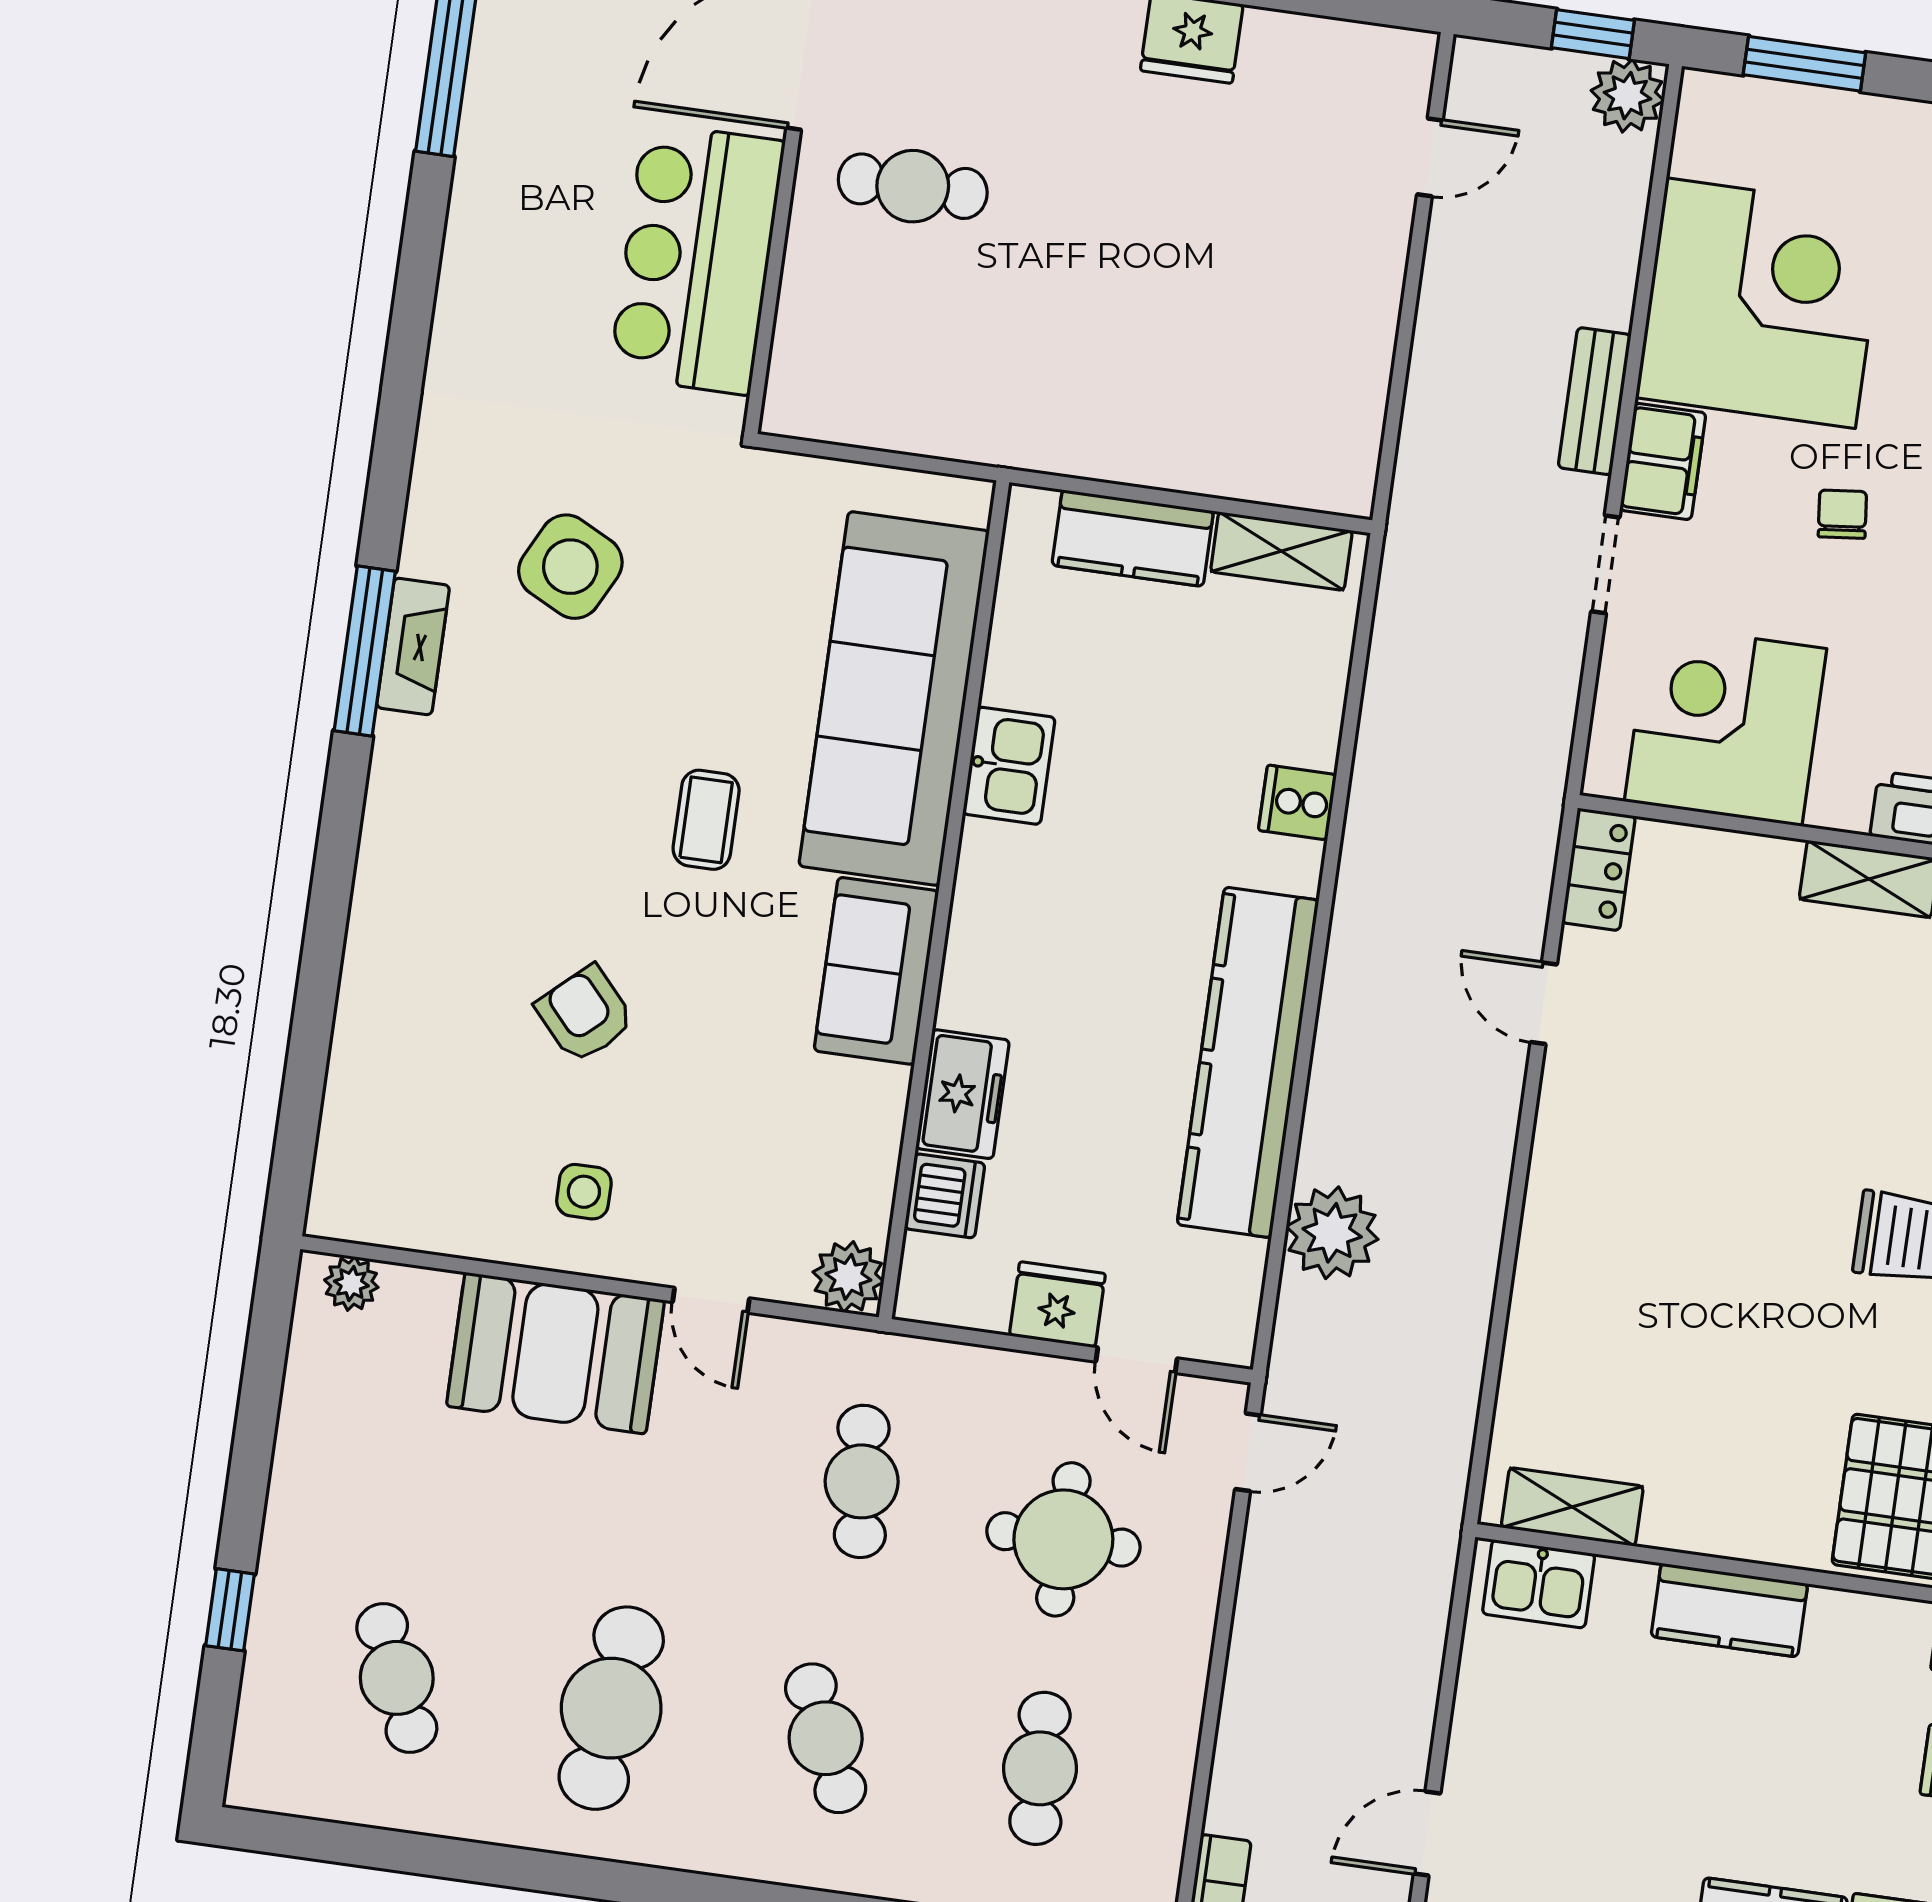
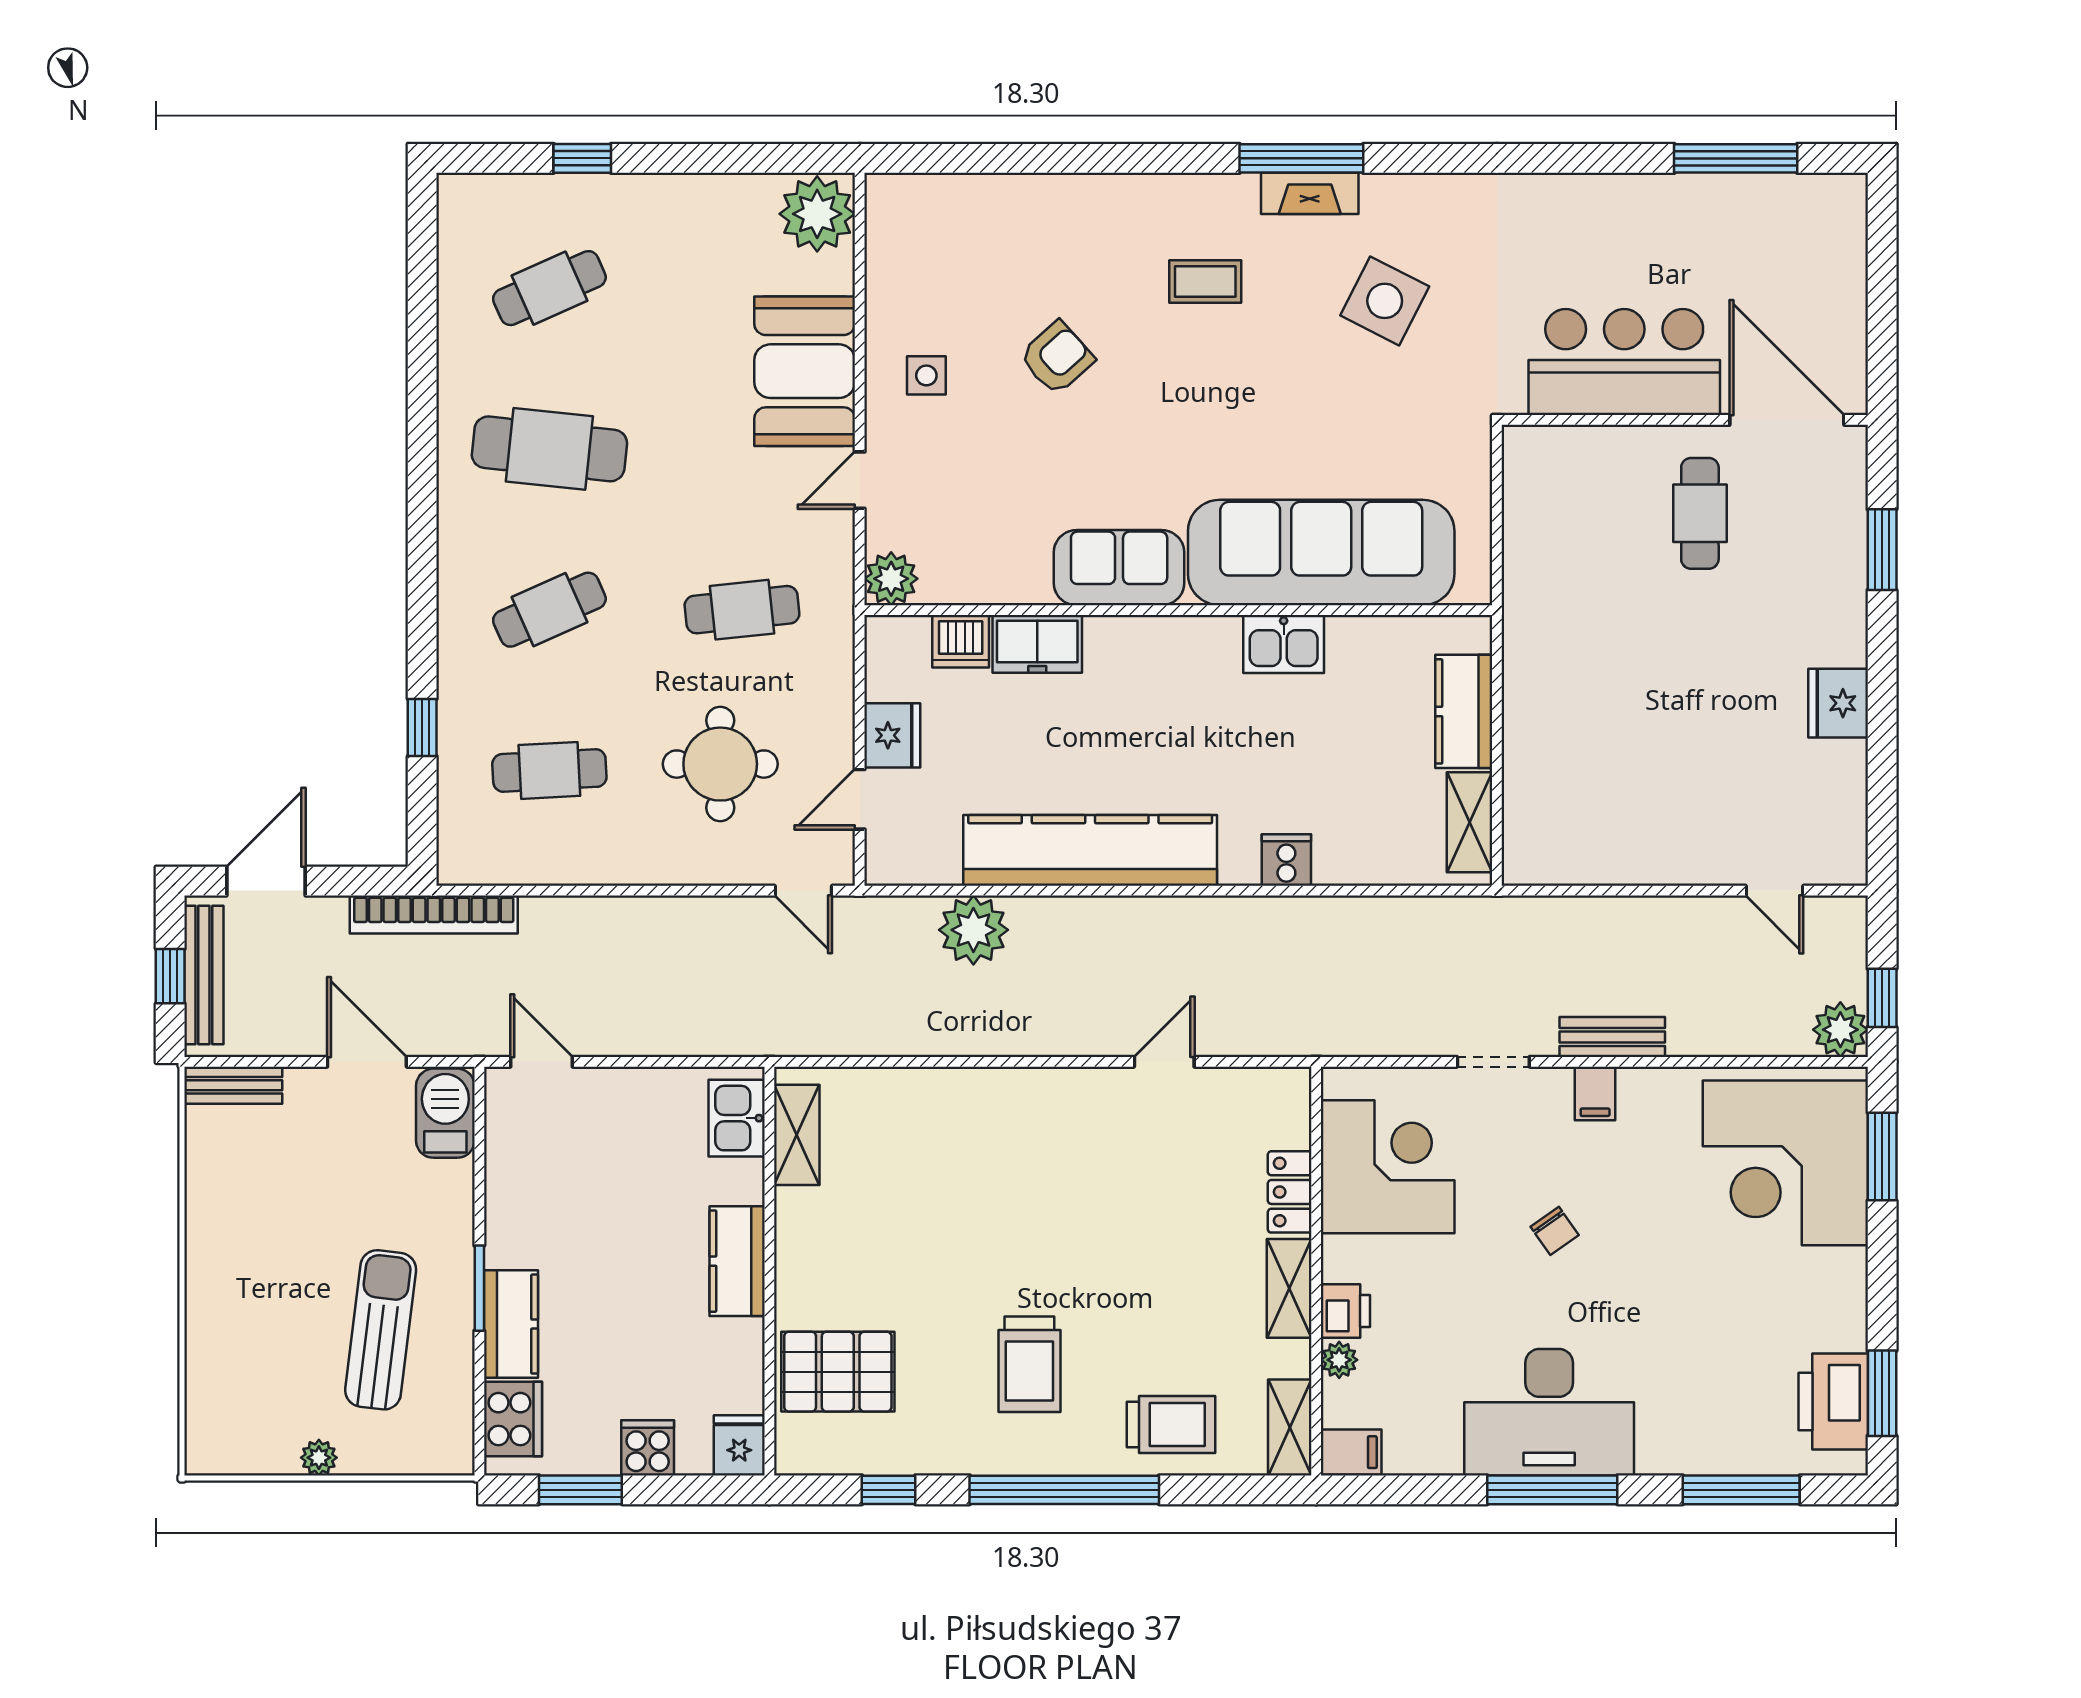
corner desk: (1761, 303) -> (1785, 1163), moved, turned 90
filing cabinet: (1663, 461) -> (1595, 1093), width x0.50
chair: (1842, 514) -> (1555, 1231), turned 61
coffee table: (706, 820) -> (1205, 282), moved
locker: (1599, 869) -> (1290, 1192), moved, turned 90
plant: (351, 1284) -> (817, 214), width x1.88, depth x1.88

